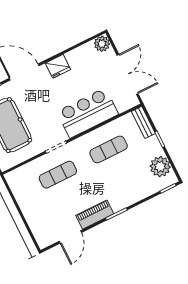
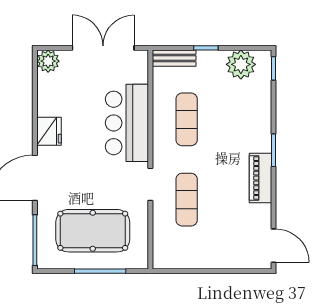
door: (70, 237) -> (274, 246), moved

